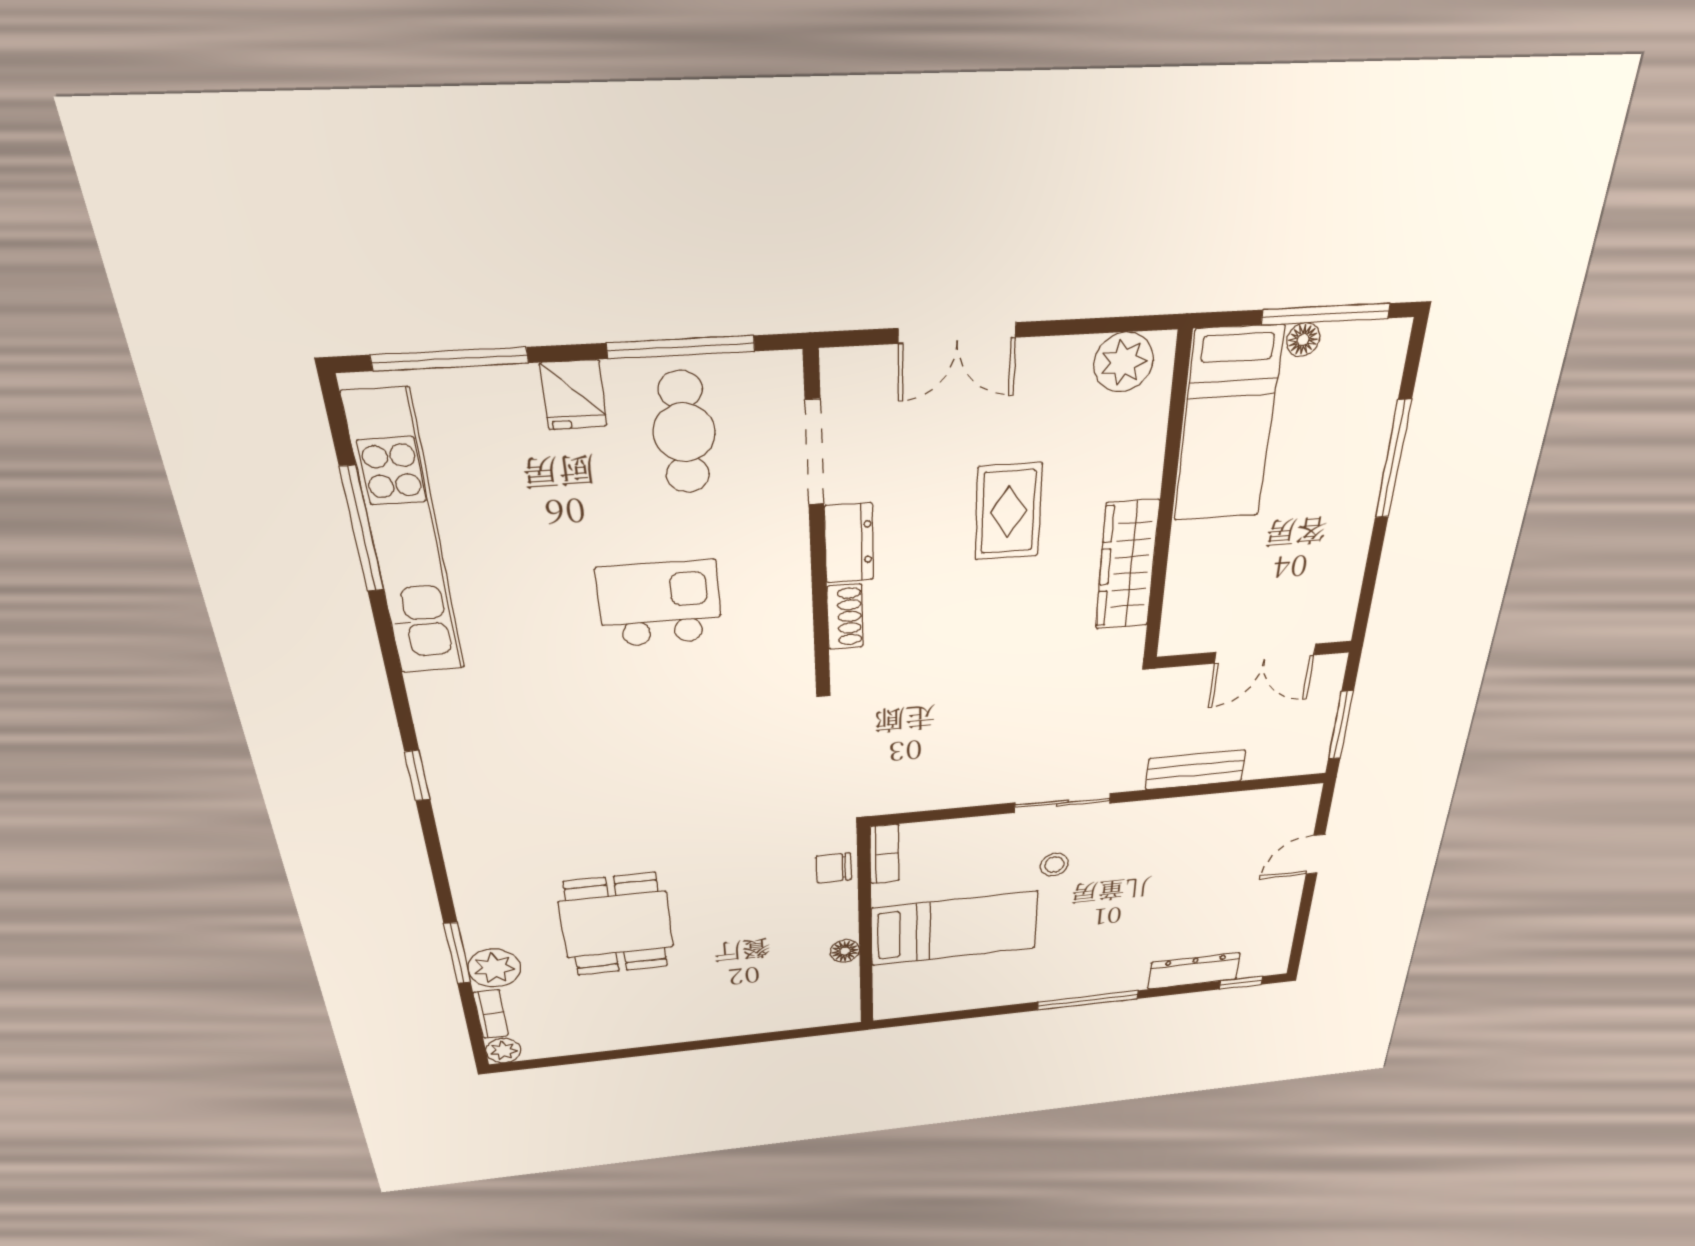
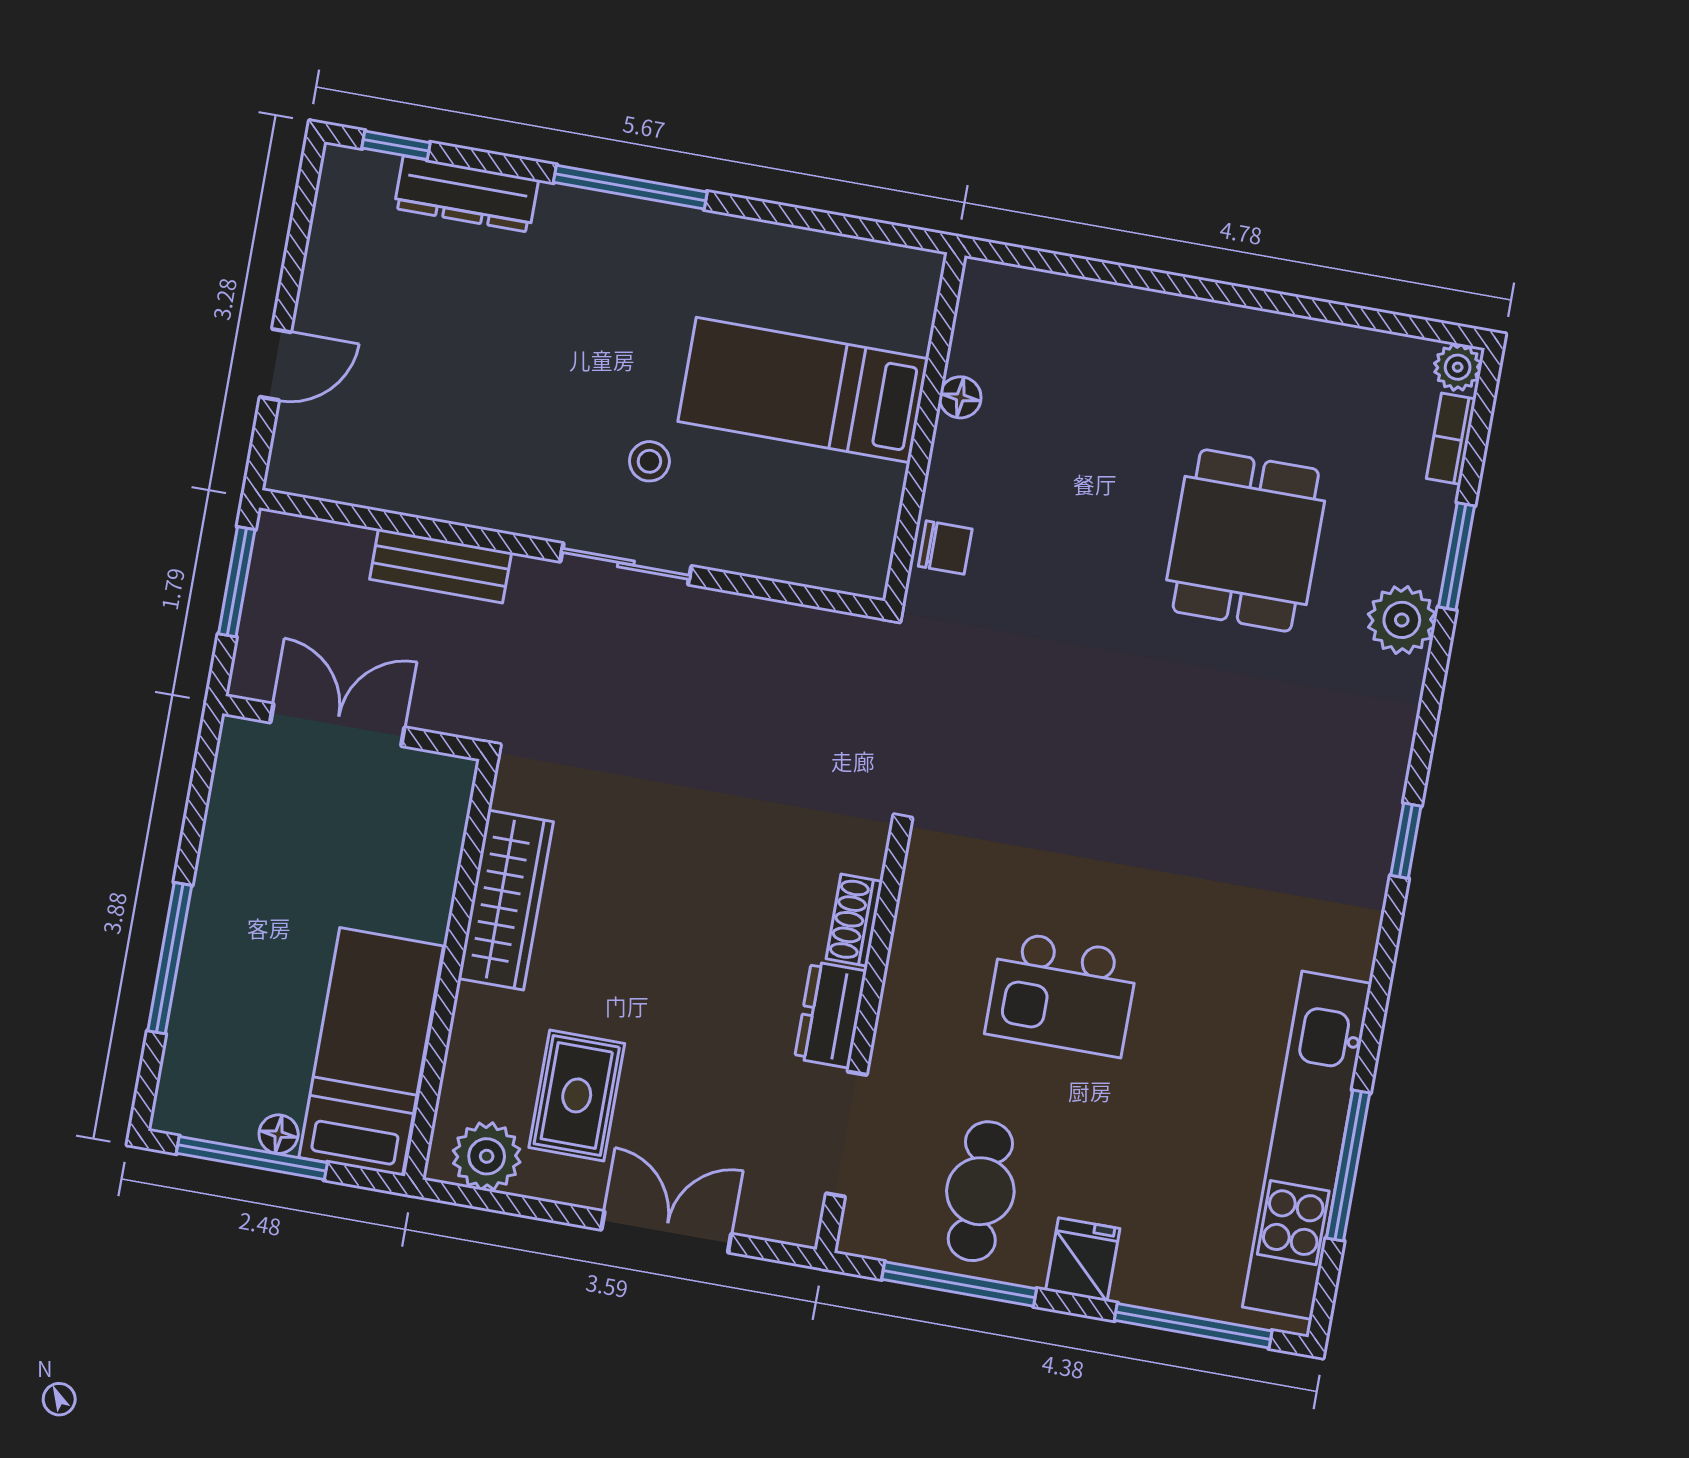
rug: (1008, 512) -> (577, 1095), moved
bookcase: (884, 854) -> (875, 550), removed
plant: (494, 968) -> (1402, 620), moved

